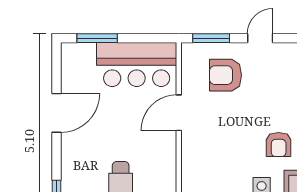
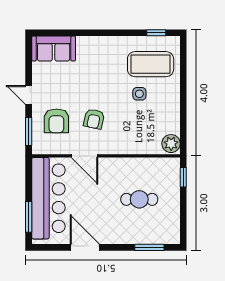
bar counter: (137, 64) -> (48, 198), width x1.36
armchair: (279, 145) -> (94, 119), moved, turned 102

